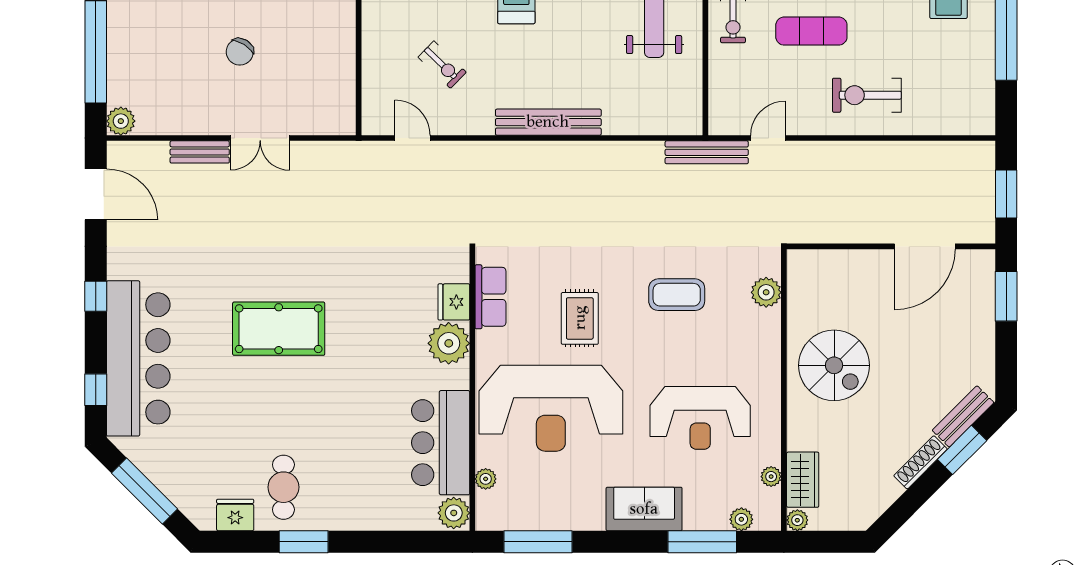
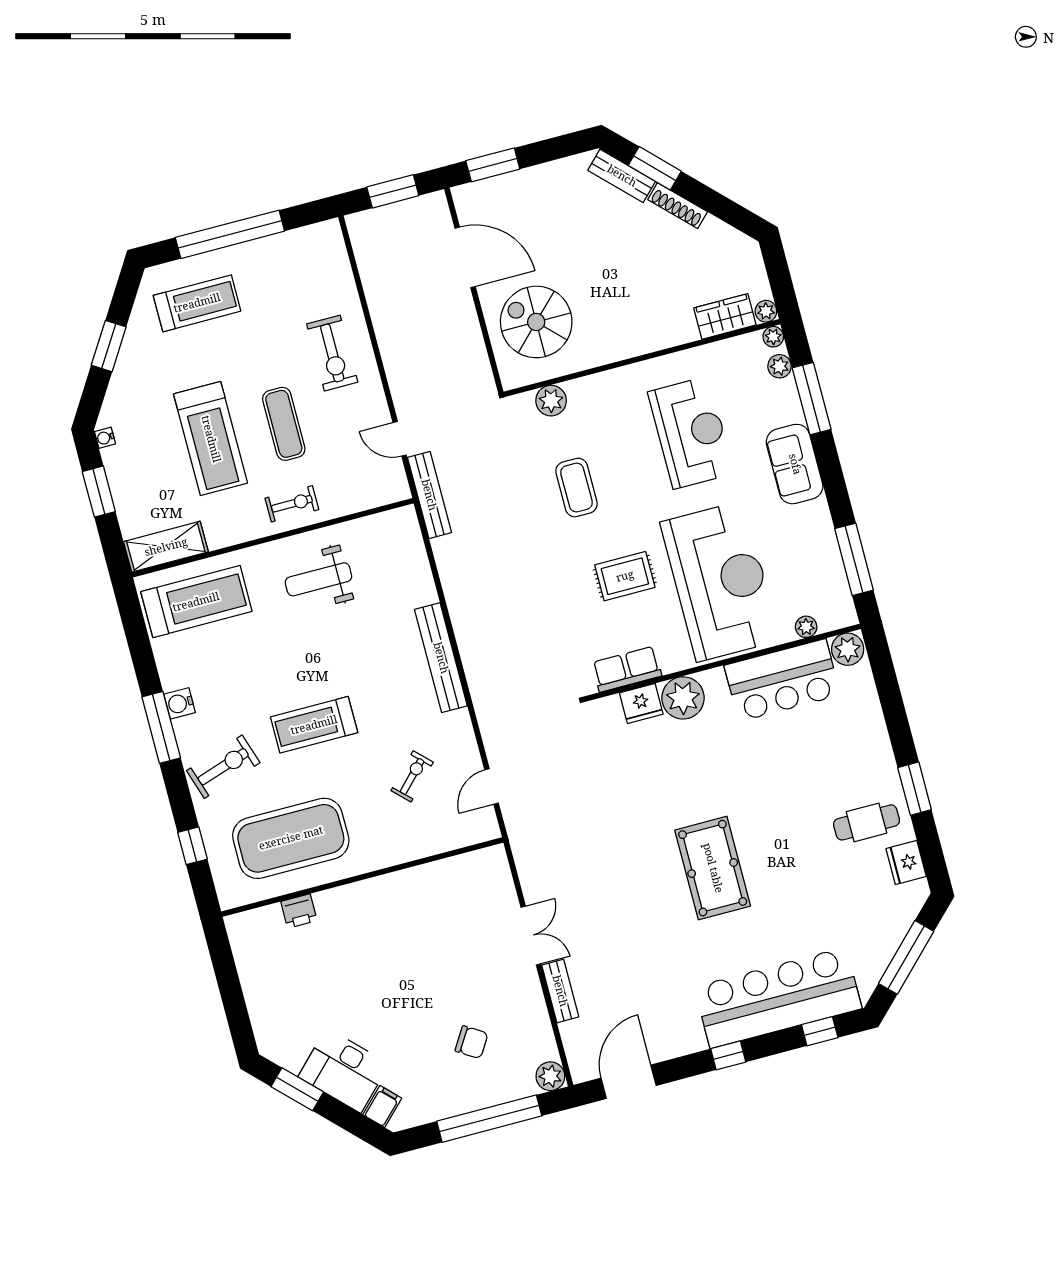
chair: (240, 52) -> (471, 1042), moved
spiral stairs: (834, 365) -> (536, 322), moved, turned -90
plant: (771, 477) -> (773, 337), moved

